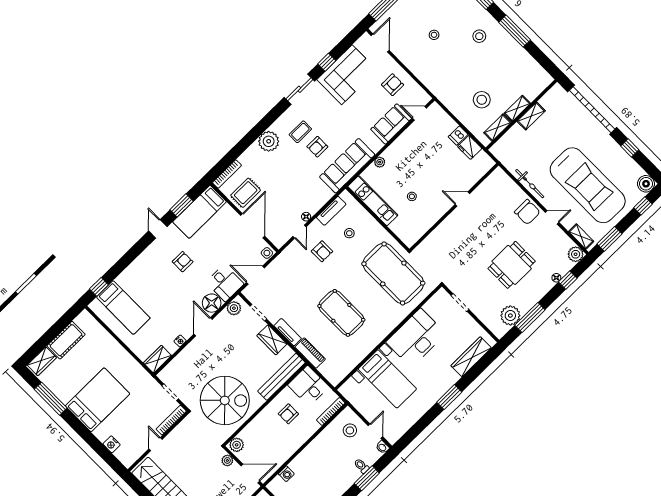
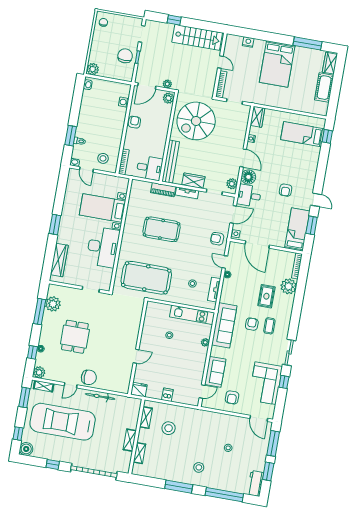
shelving: (517, 108) -> (140, 453), moved
plant: (269, 141) -> (289, 286), moved
fridge: (470, 147) -> (139, 390), moved
rug: (246, 193) -> (266, 296), moved
chair: (527, 212) -> (89, 377), turned 180
armchair: (322, 251) -> (217, 239), moved
armchair: (288, 414) -> (134, 122), moved

